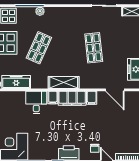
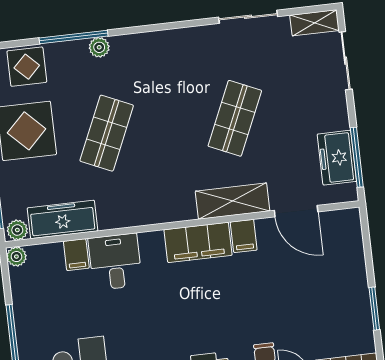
shop shelf: (94, 48) -> (235, 118), turned 30
shelving: (64, 83) -> (233, 201), moved
filing cabinet: (53, 97) -> (76, 255), moved

